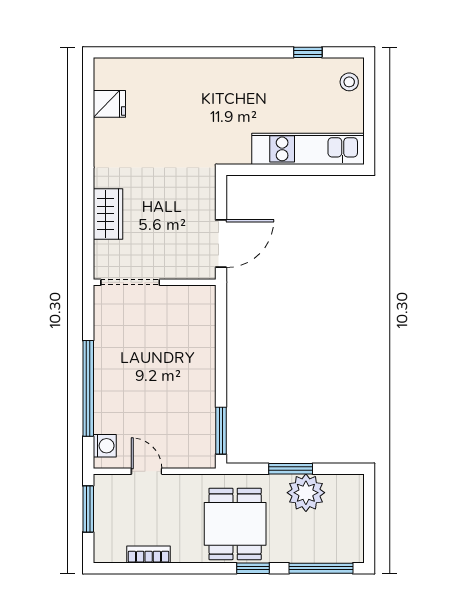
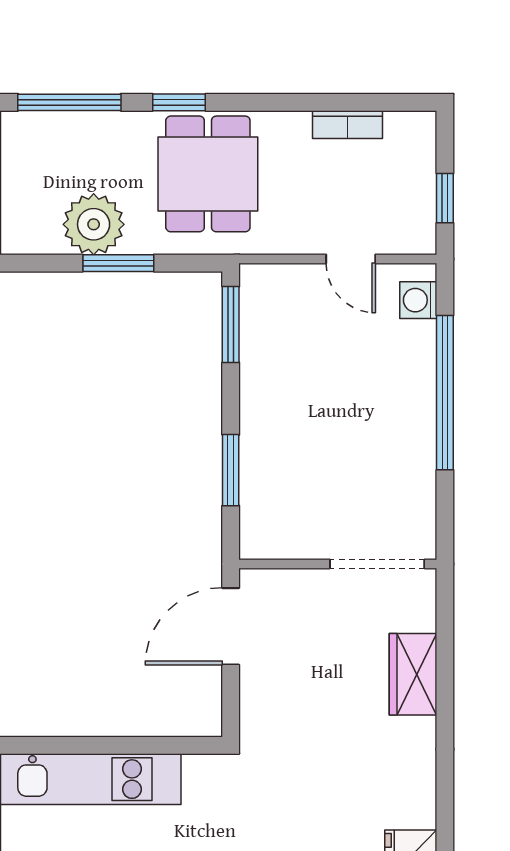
window: (221, 340) -> (231, 470), added
window: (88, 509) -> (445, 198), width x0.67

